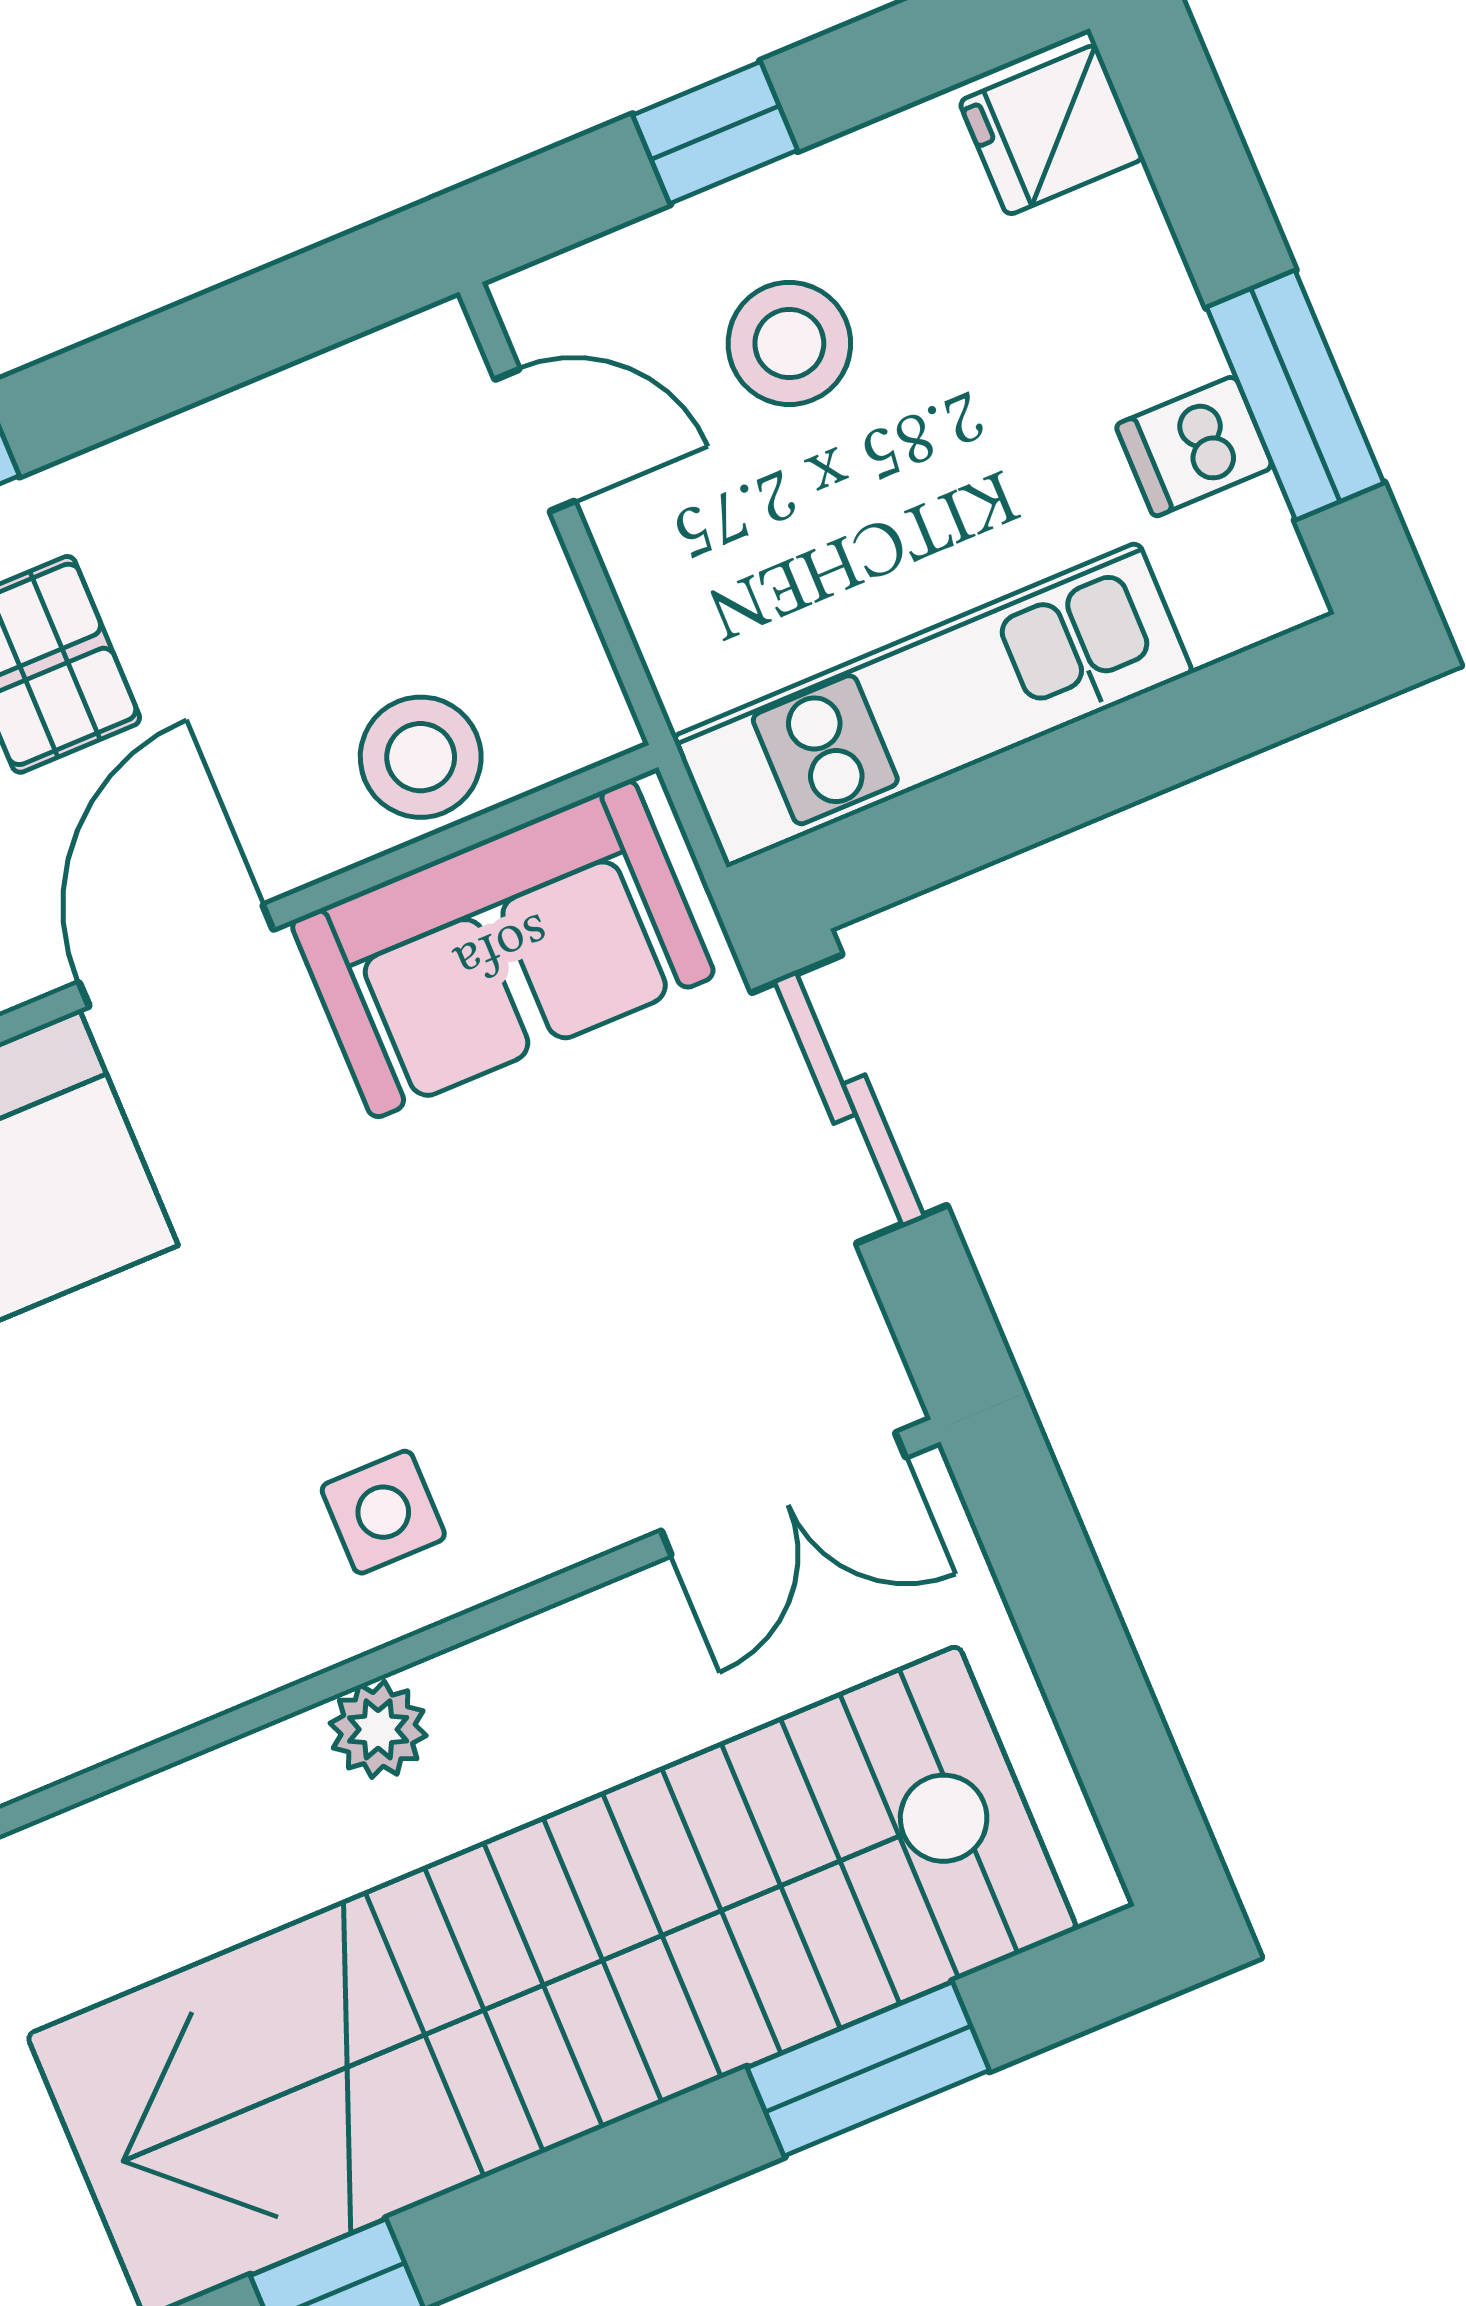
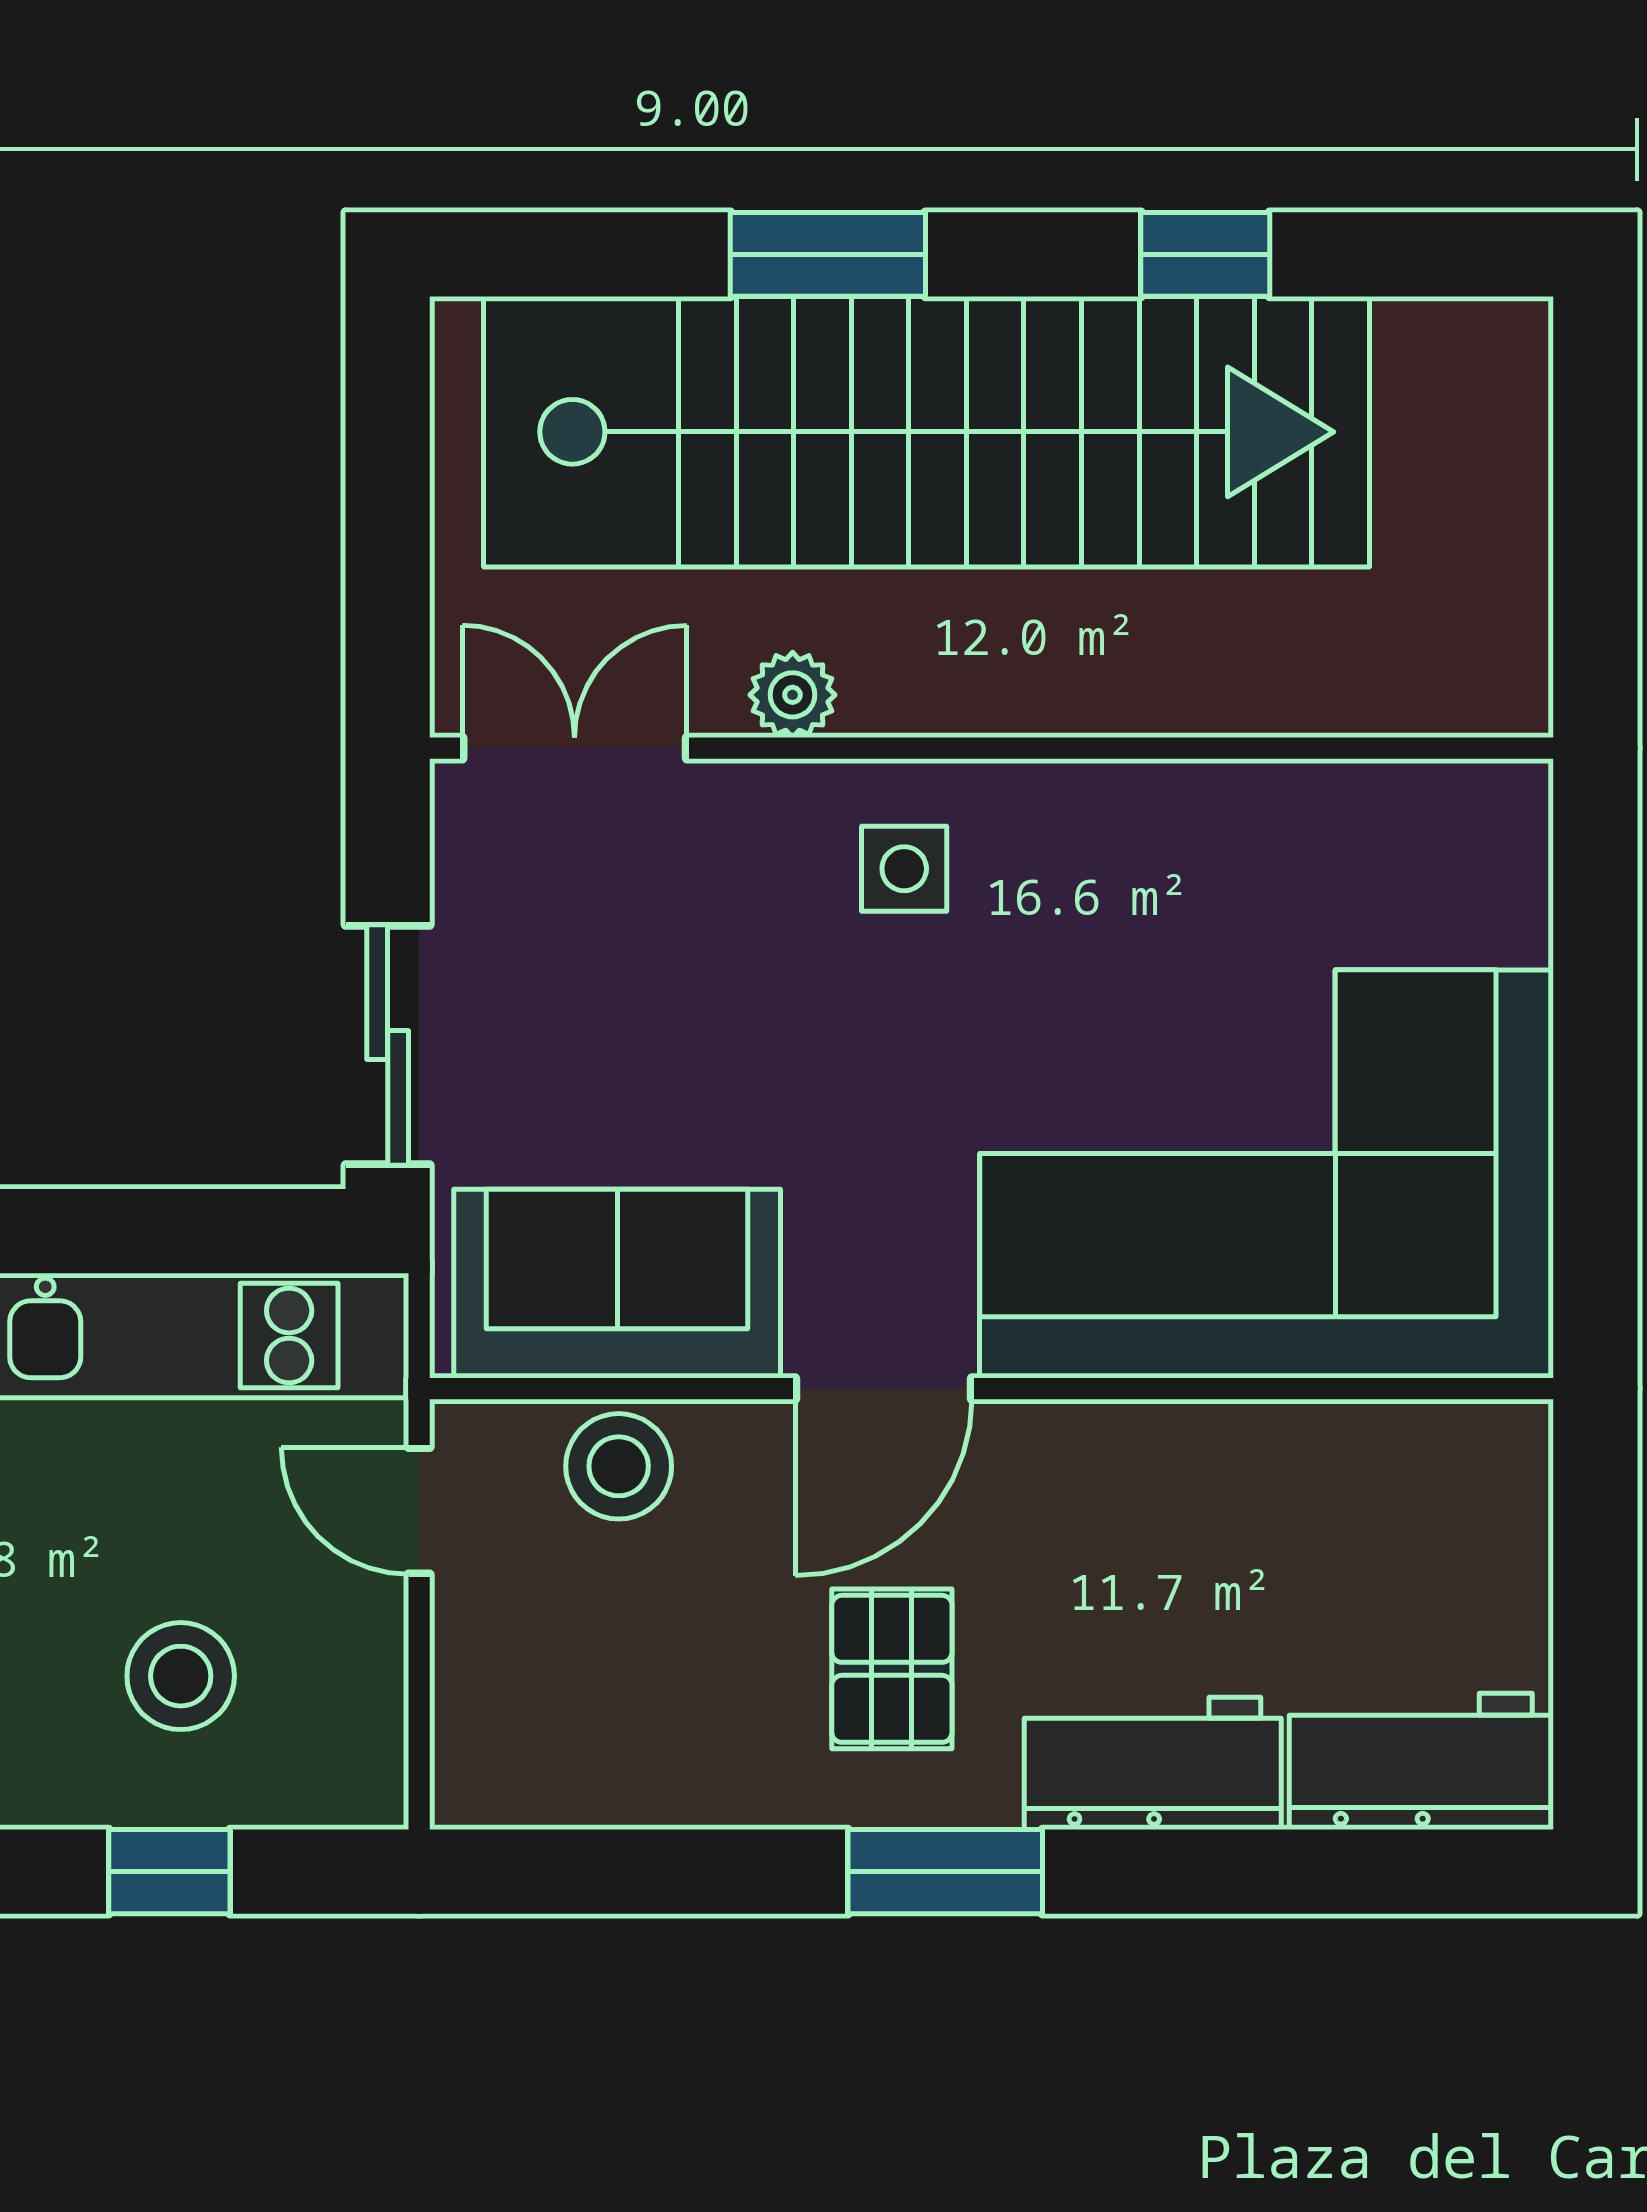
door: (535, 440) -> (419, 1511), moved
plant: (378, 1729) -> (793, 695), moved
window: (868, 2069) -> (828, 254), moved

